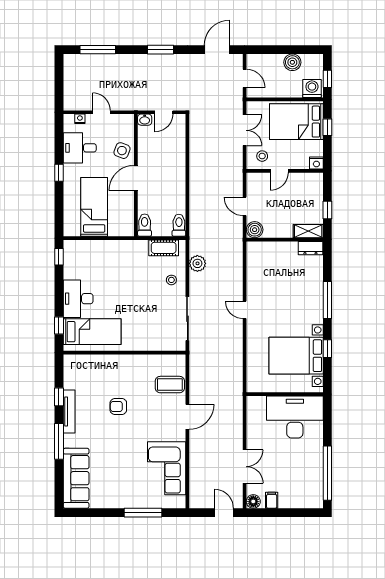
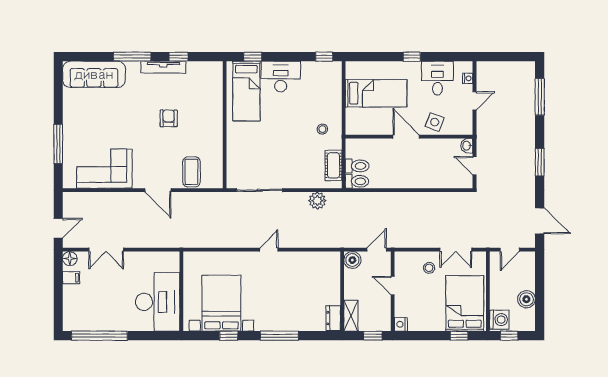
nightstand: (316, 163) -> (401, 324), moved
door: (279, 171) -> (393, 286), moved
wall: (285, 171) -> (393, 291), moved
toilet: (145, 225) -> (357, 166), moved
stool: (171, 280) -> (322, 129), moved

